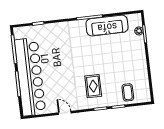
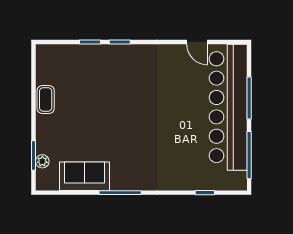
sofa: (107, 26) -> (84, 176), width x0.73
rug: (93, 86) -> (127, 80), removed
coffee table: (128, 92) -> (46, 99), moved
door: (65, 113) -> (197, 42), moved

